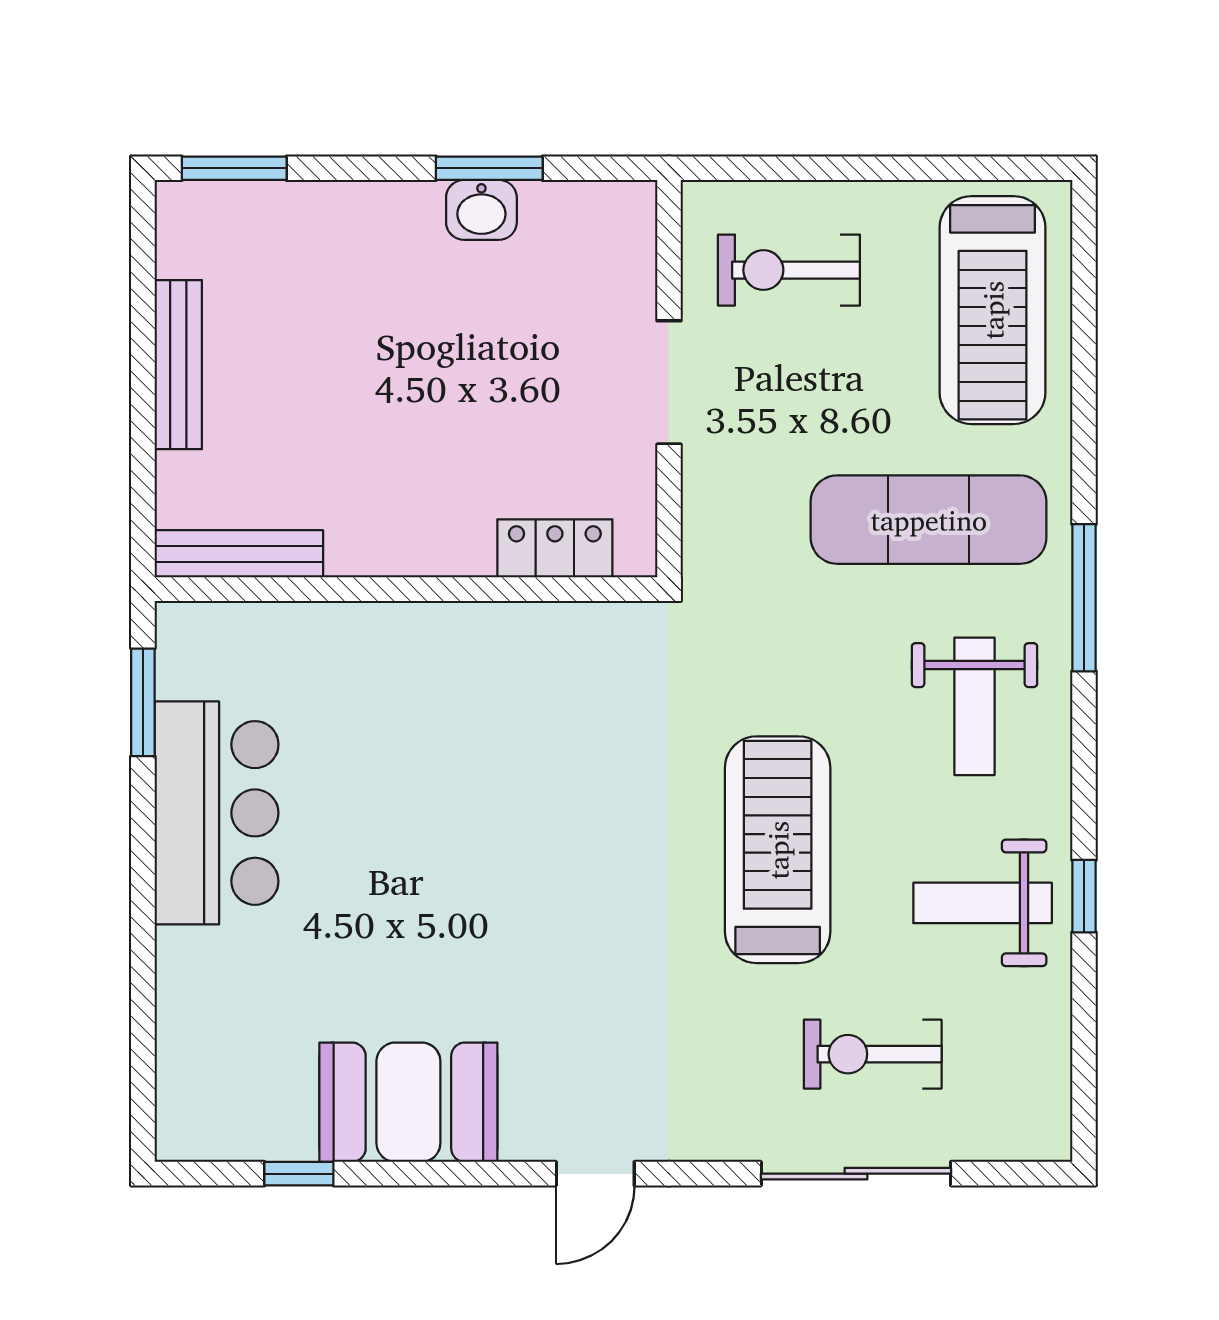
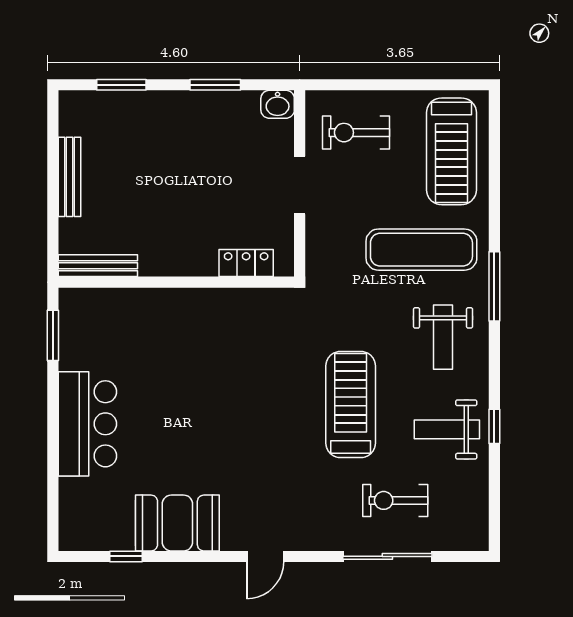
window: (234, 168) -> (121, 85), moved
washbasin: (481, 210) -> (278, 104), moved
bar counter: (217, 813) -> (87, 424), moved

